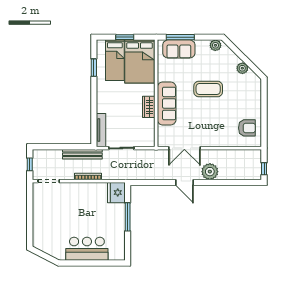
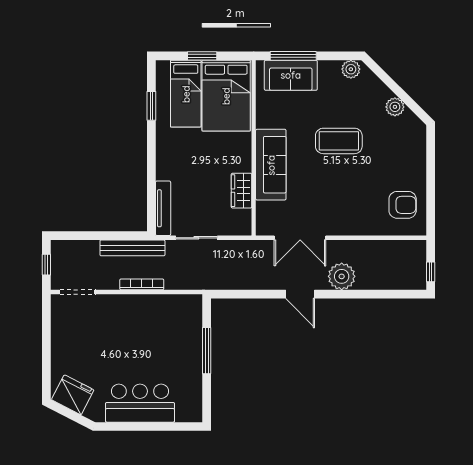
wardrobe: (149, 107) -> (241, 191), moved
fridge: (116, 193) -> (73, 395), moved, turned 117

